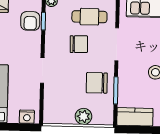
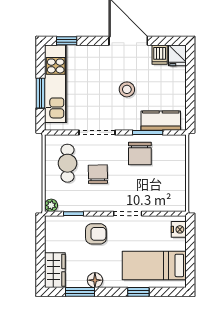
armchair: (30, 21) -> (96, 234), moved
plant: (83, 116) -> (177, 167), removed
kitchen counter: (135, 117) -> (161, 121), moved, turned 90

